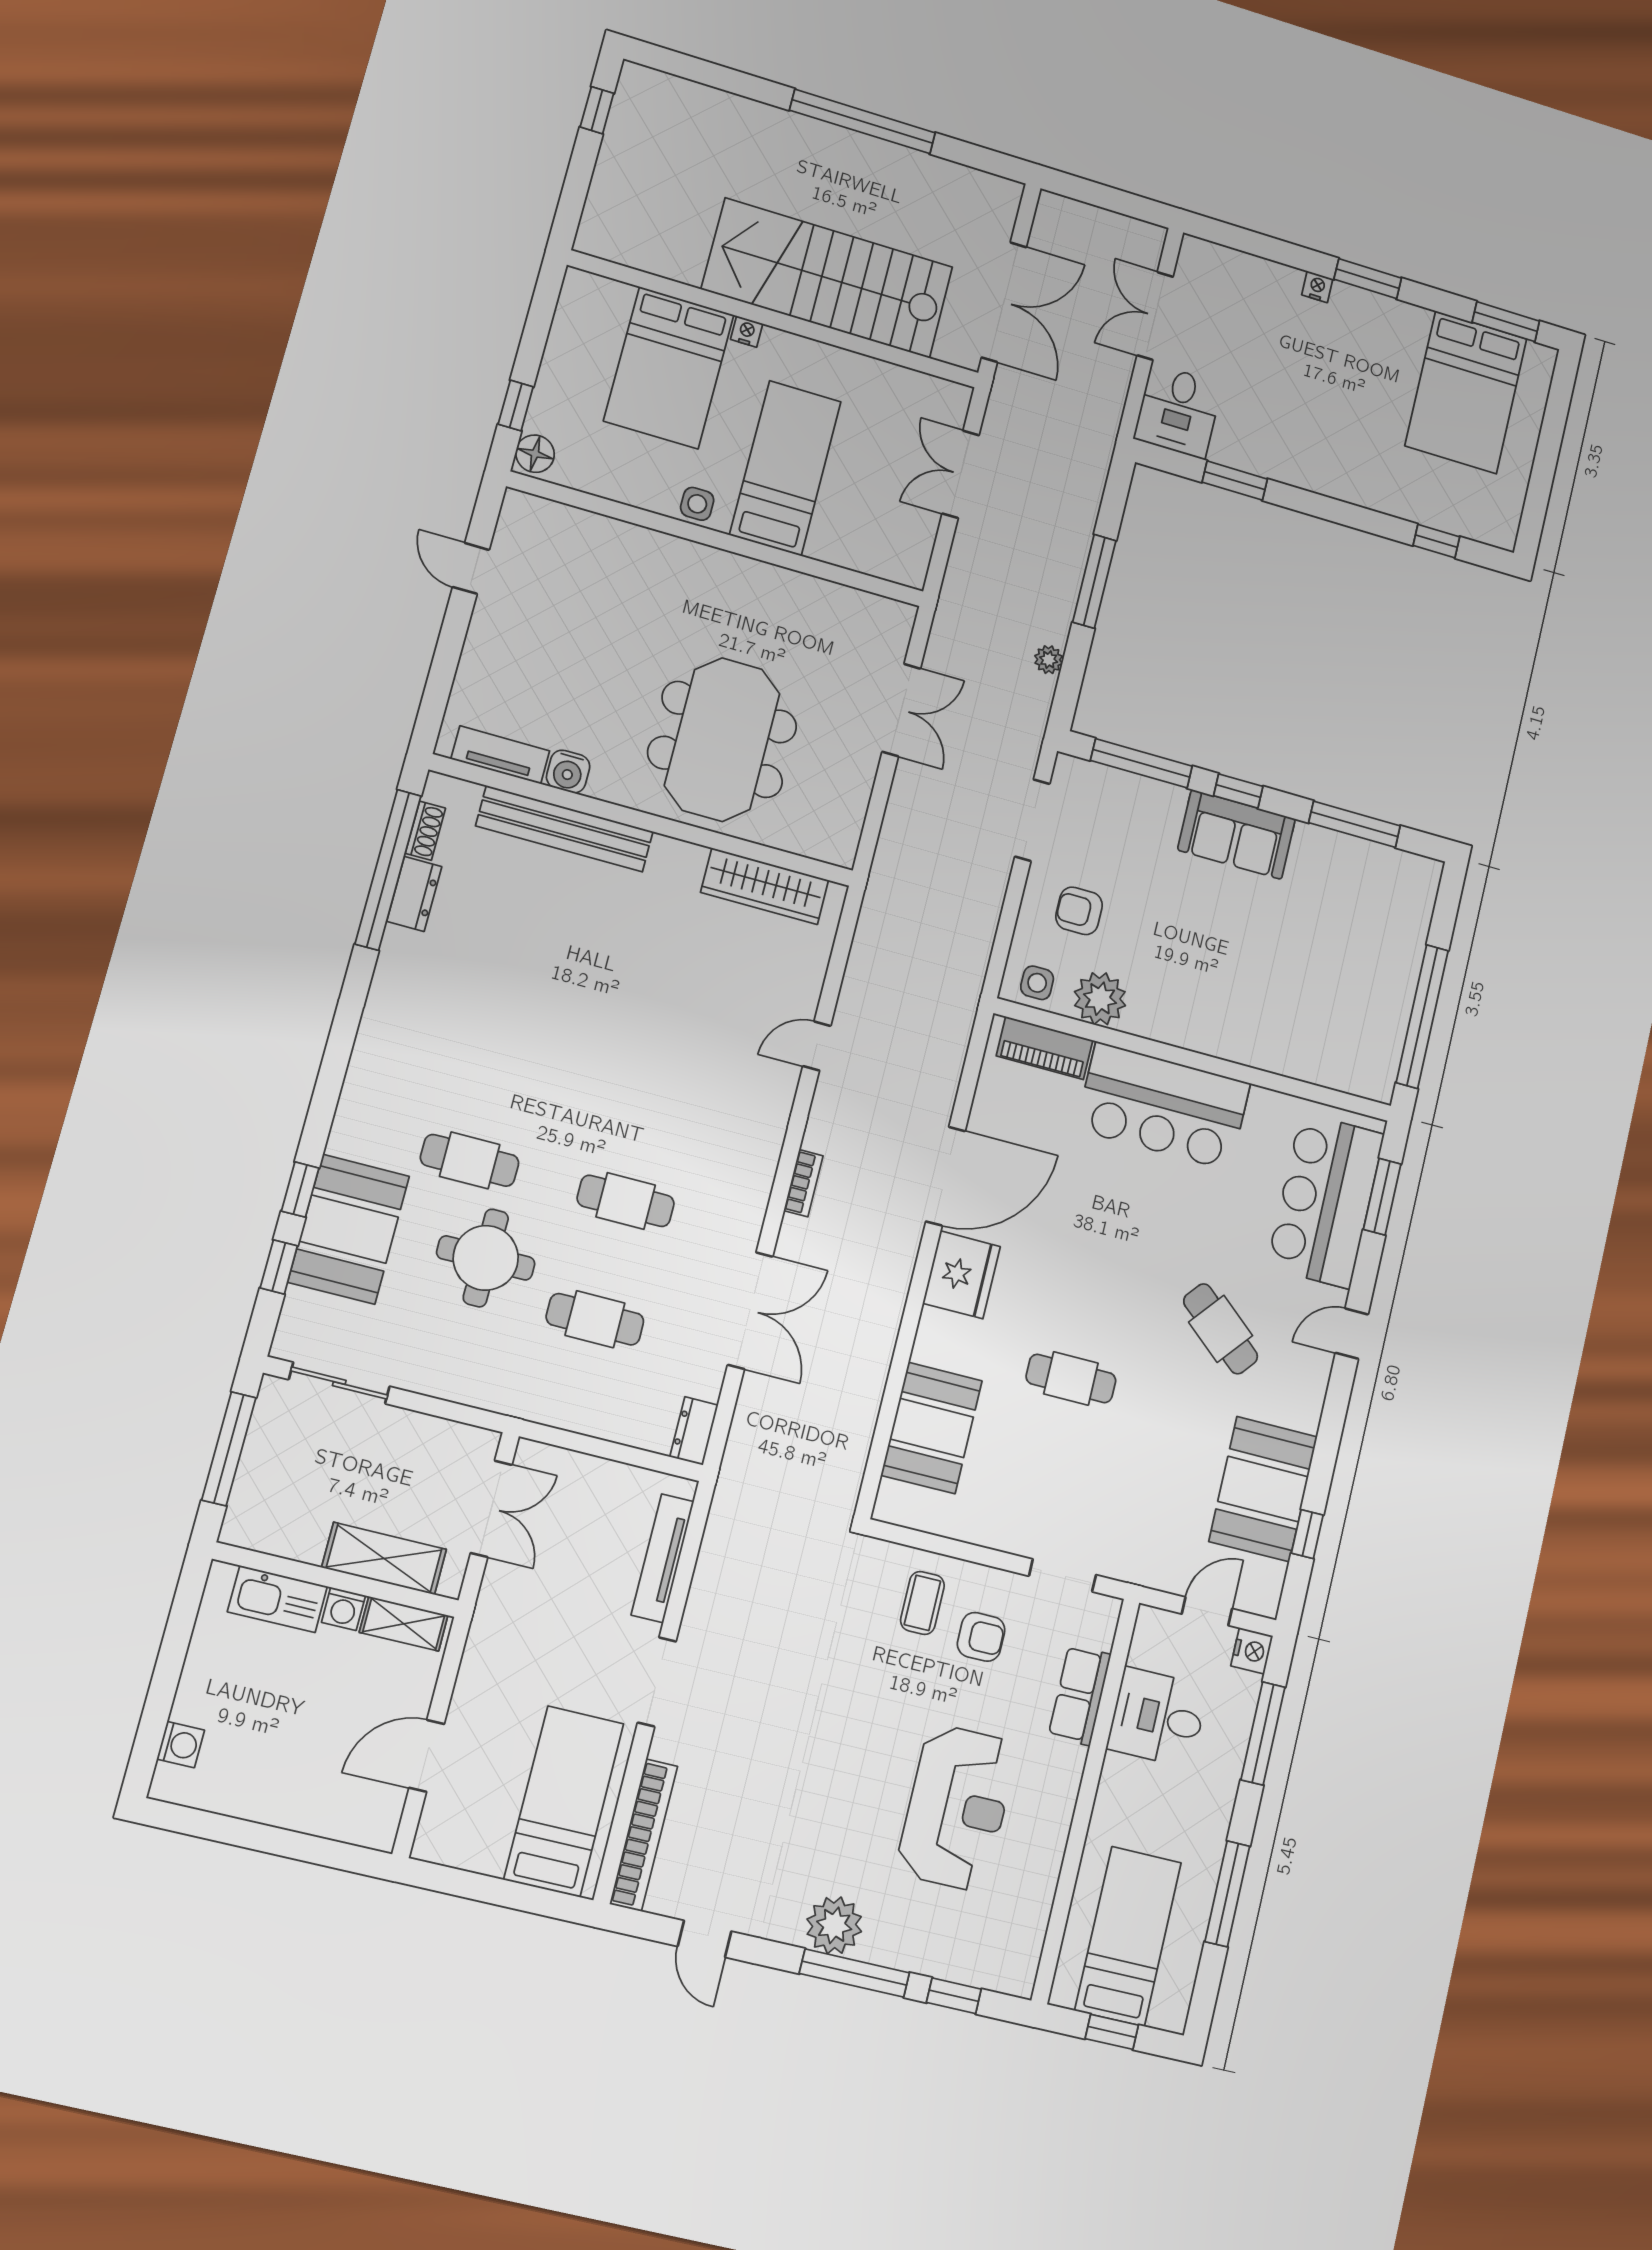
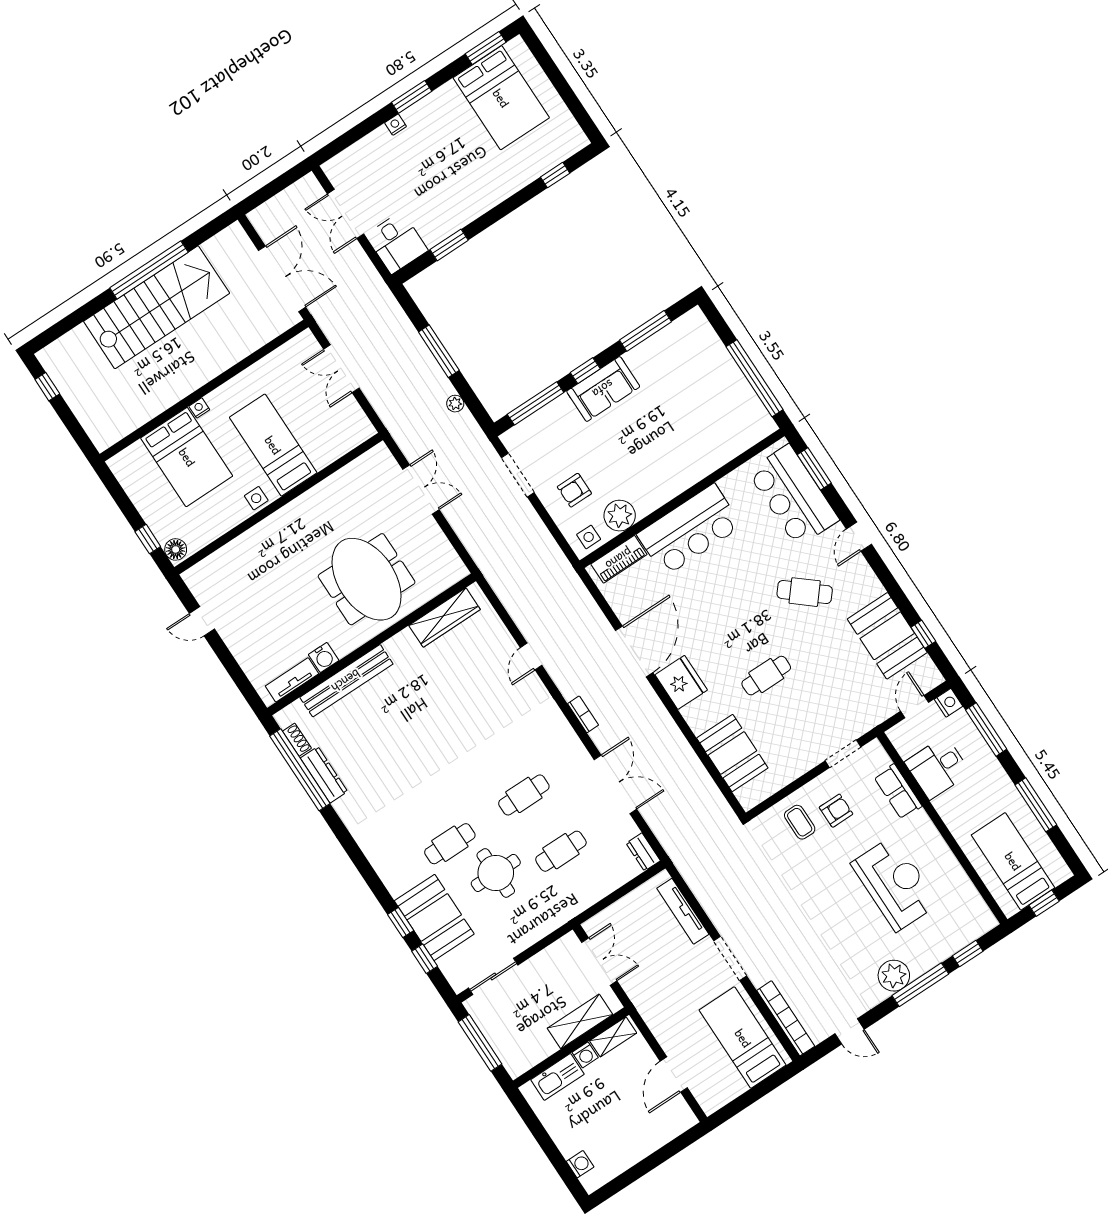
stairs: (827, 278) -> (157, 307), moved, turned 180
dresser: (414, 894) -> (324, 775), width x1.44

